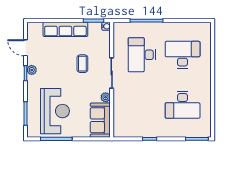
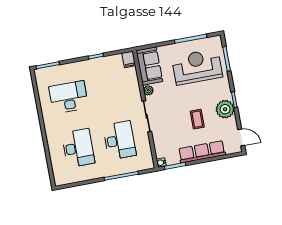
door: (26, 48) -> (241, 137), moved
desk: (183, 55) -> (78, 148), turned -90
coffee table: (82, 64) -> (197, 119), moved
plant: (32, 70) -> (225, 109), width x1.87, depth x1.87
reception desk: (55, 111) -> (197, 67), turned 90
filing cabinet: (119, 130) -> (129, 59), added

